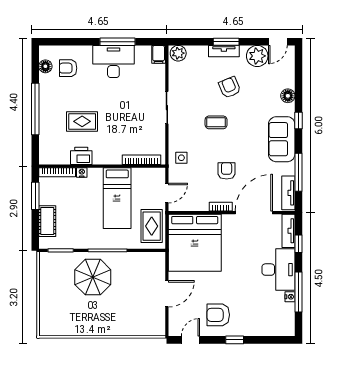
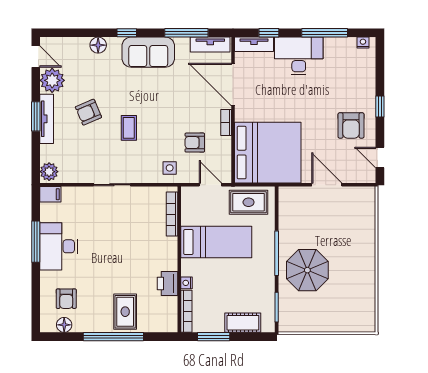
tv unit: (224, 51) -> (47, 119), width x1.41
rug: (82, 121) -> (125, 312), moved
armchair: (227, 171) -> (195, 143), moved
nightstand: (290, 297) -> (363, 43), moved

